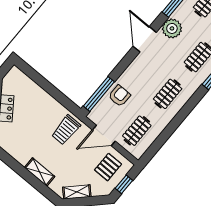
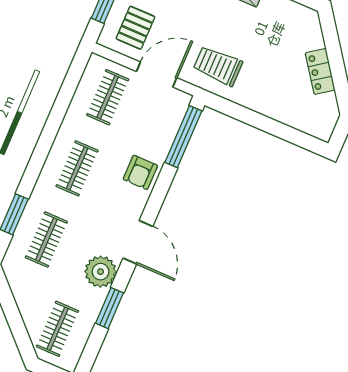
armchair: (119, 96) -> (140, 172), moved
trolley: (66, 130) -> (218, 66), turned -90

